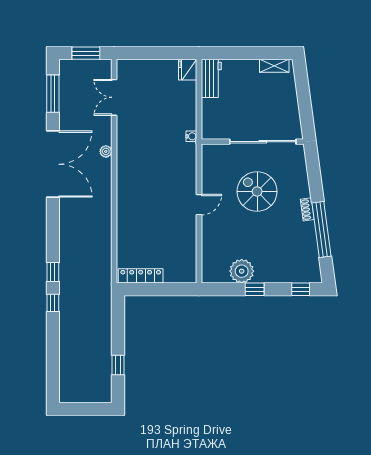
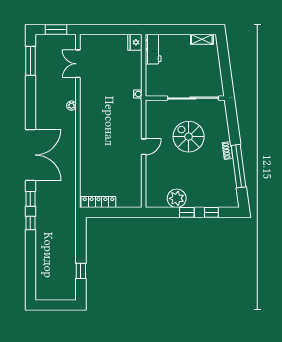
double door: (53, 164) -> (30, 155), moved
window: (301, 289) -> (211, 212), moved

